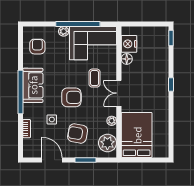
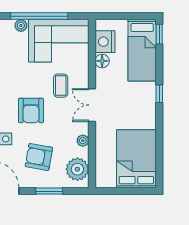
bed: (158, 50) -> (142, 50), added
armchair: (71, 97) -> (31, 110), turned 90
bed: (137, 135) -> (136, 159), moved

